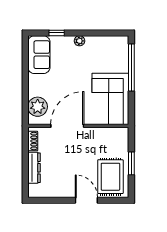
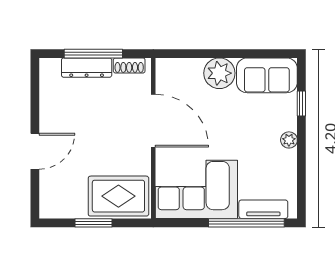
tv unit: (123, 57) -> (263, 209), added
plant: (38, 107) -> (219, 73), moved
window: (25, 163) -> (93, 54), added
rug: (110, 177) -> (118, 196), moved

